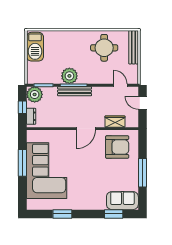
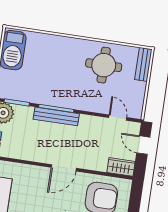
bench: (134, 47) -> (143, 64), width x0.73
plant: (69, 76) -> (53, 95), removed
wardrobe: (115, 122) -> (121, 167), moved

